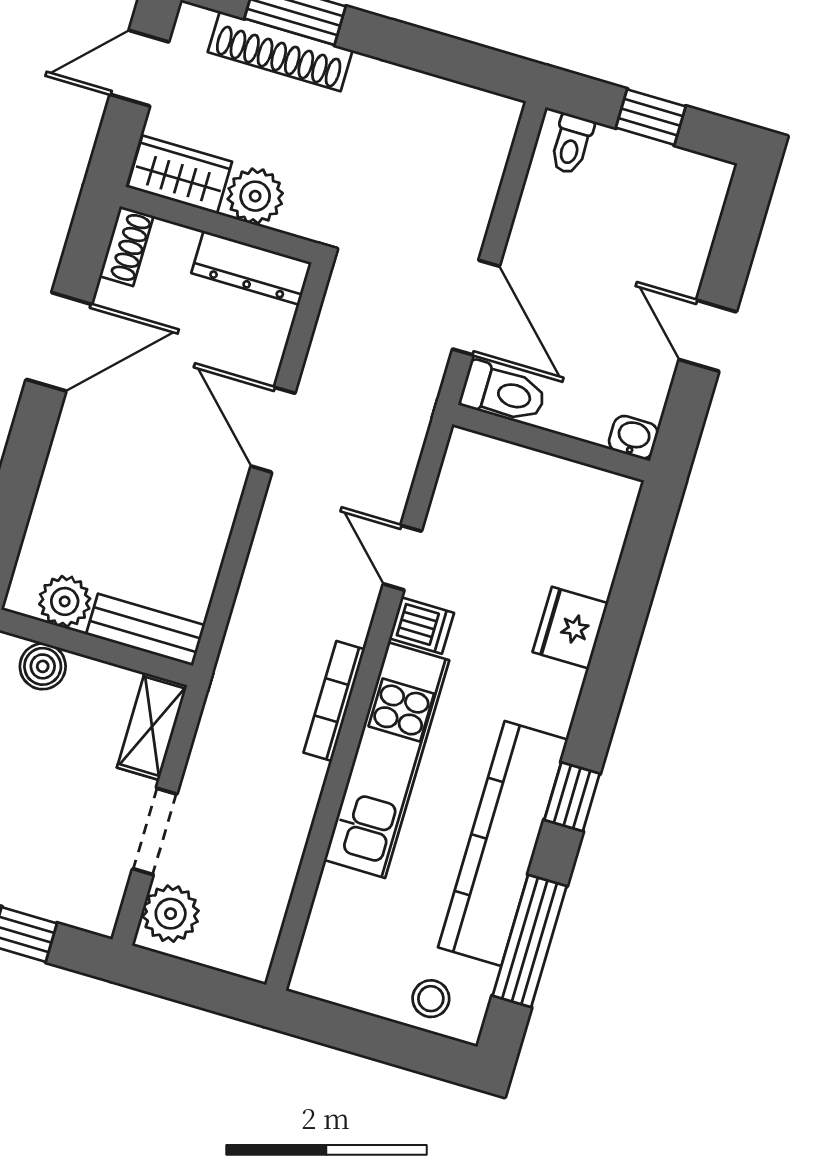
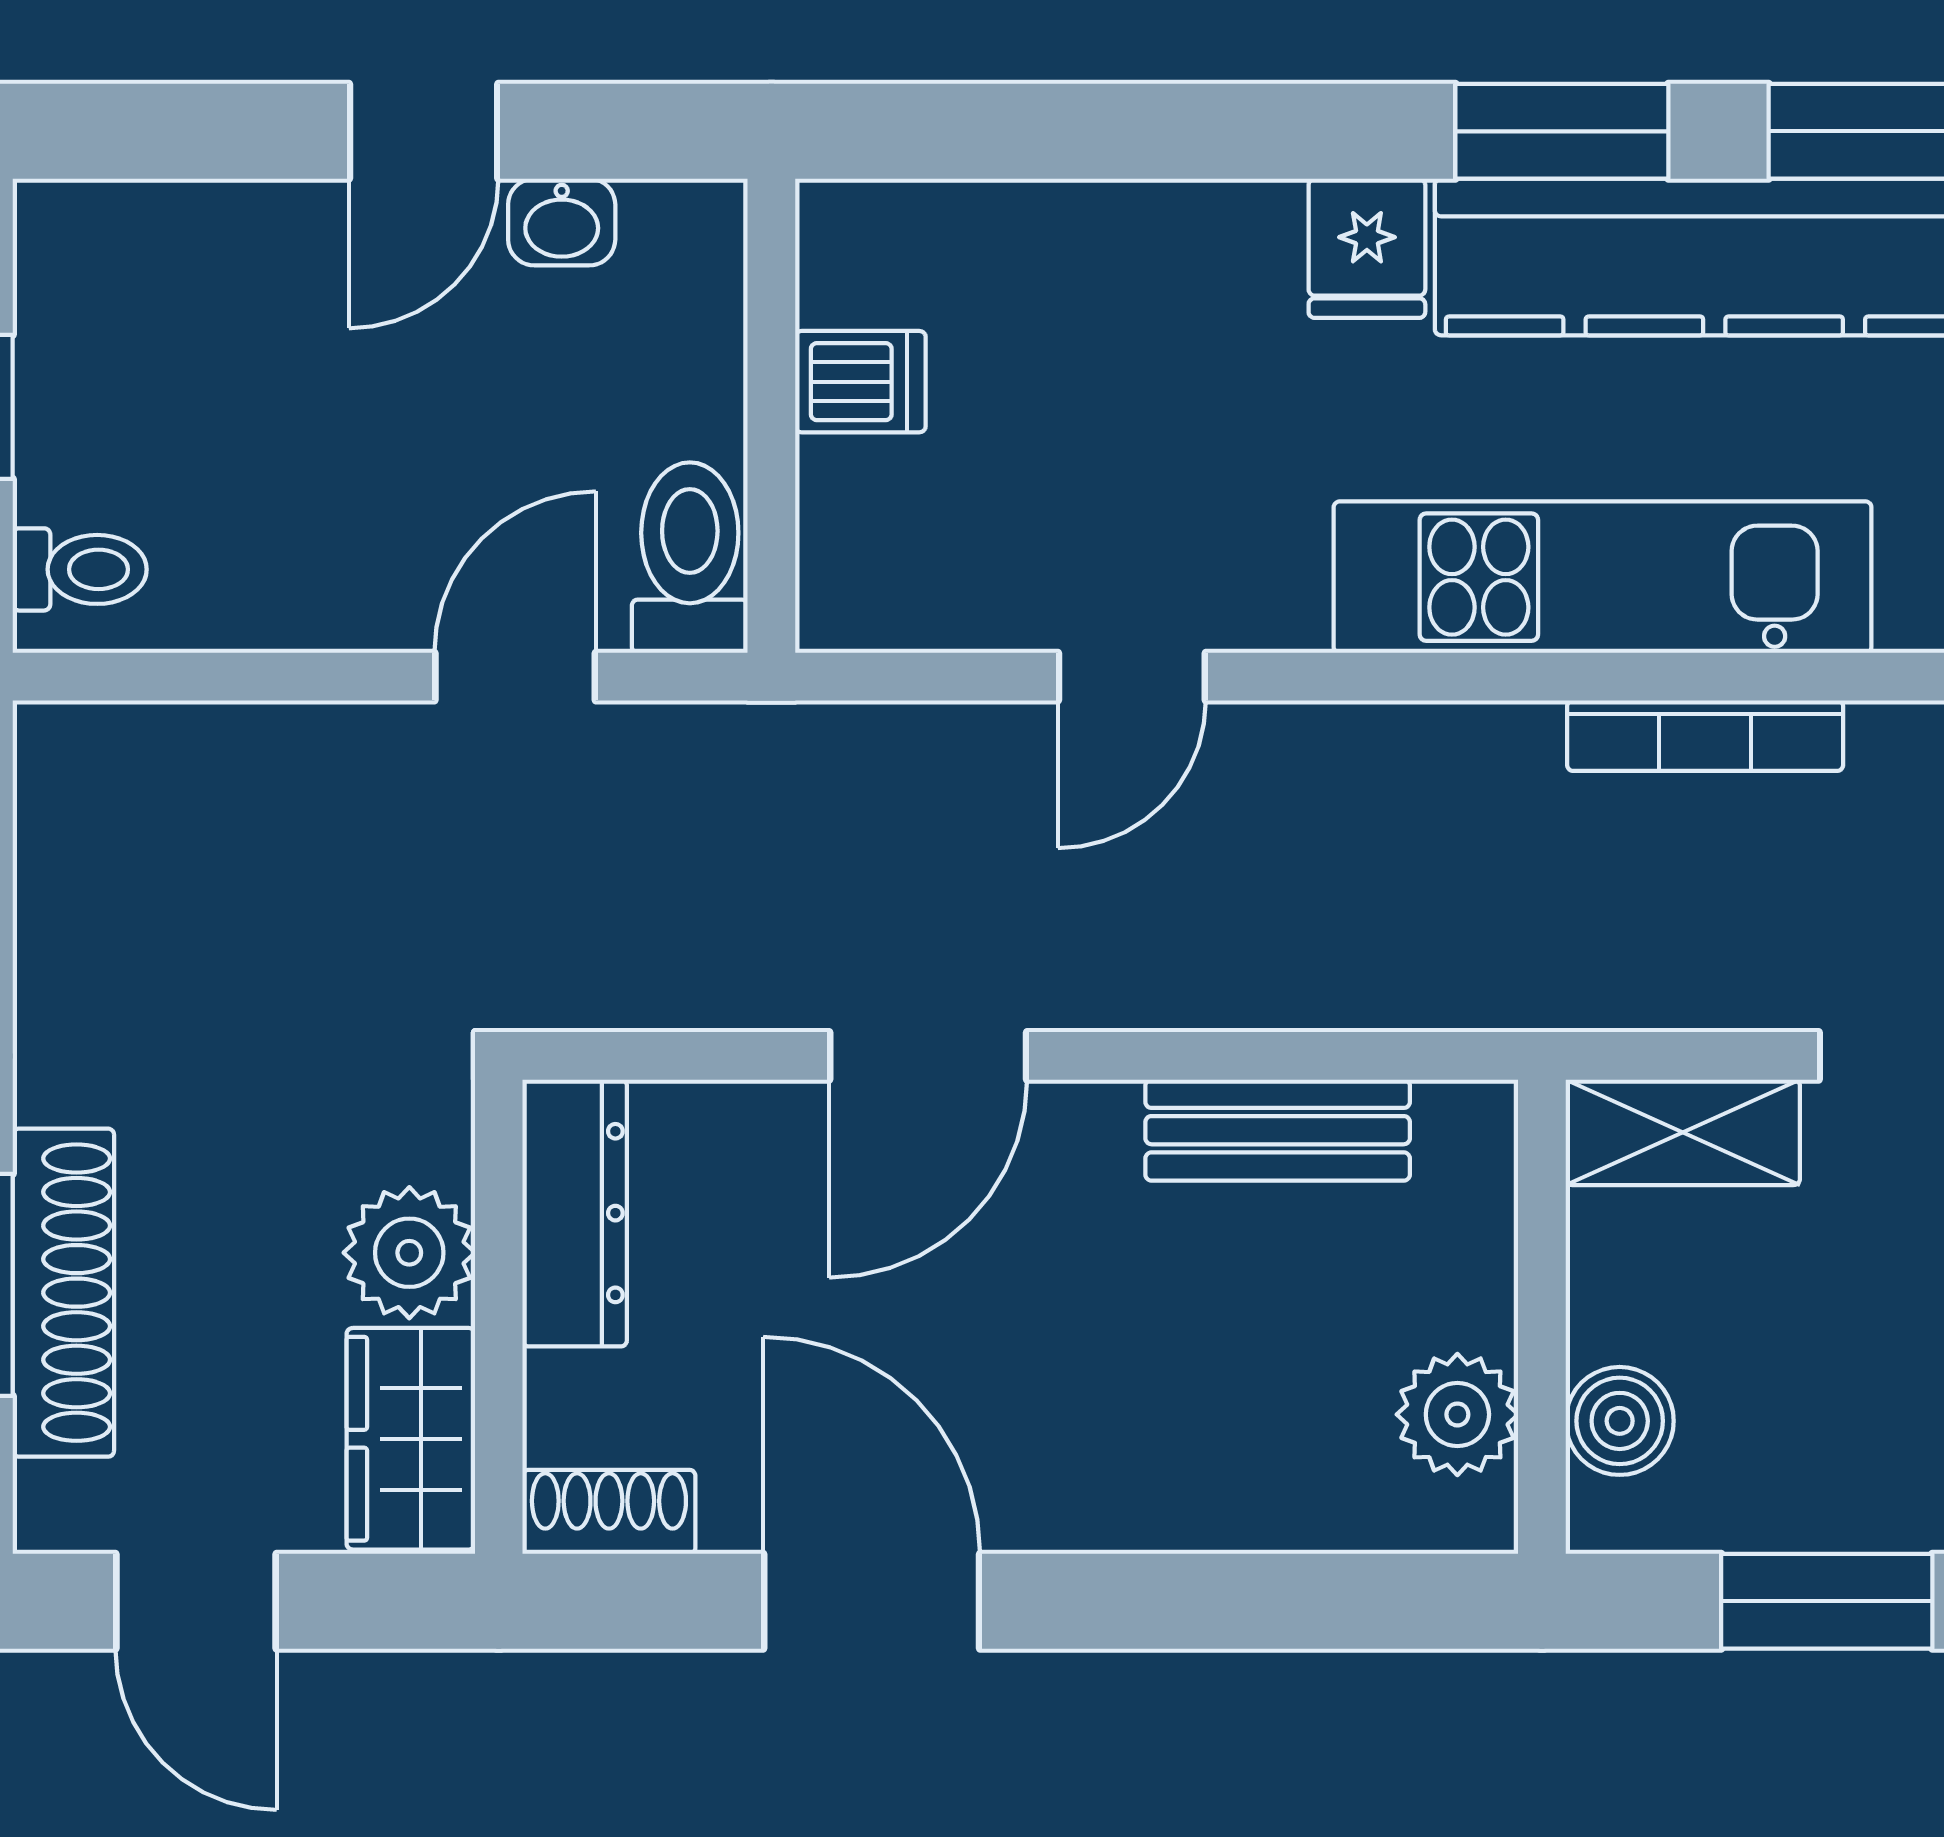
door: (476, 308) -> (515, 677), width x0.73
washbasin: (633, 437) -> (562, 222), moved, turned -90
dishwasher: (422, 626) -> (860, 382), moved, turned 90
fridge: (570, 628) -> (1367, 248), moved, width x0.72
bench: (145, 630) -> (1278, 1130), moved, turned 90
bookcase: (334, 701) -> (1705, 736), moved
window: (572, 797) -> (1562, 131), width x1.50

